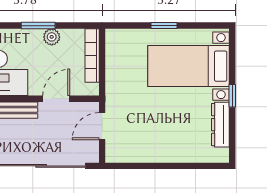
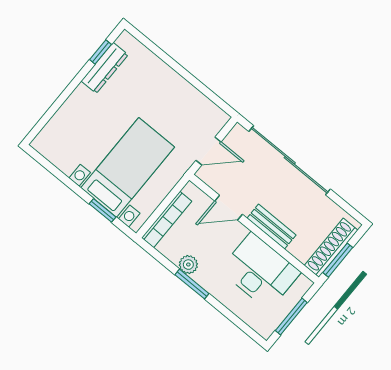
window: (164, 26) -> (103, 210), moved
bed with nightstands: (189, 66) -> (128, 167), moved, turned -90
window: (232, 96) -> (100, 52), moved

